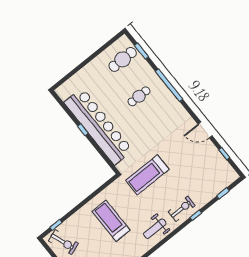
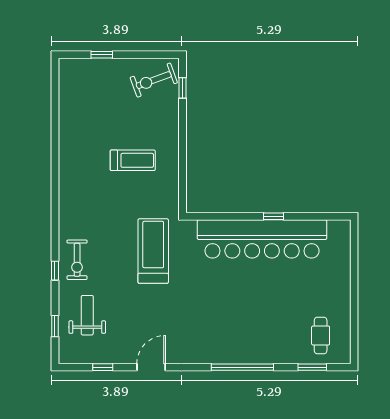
cafe table: (123, 59) -> (321, 335), width x0.73, depth x0.74
cafe table: (139, 96) -> (259, 319), removed
treadmill: (111, 221) -> (133, 160), width x0.73, depth x0.73
weight bench: (155, 229) -> (87, 315), moved

